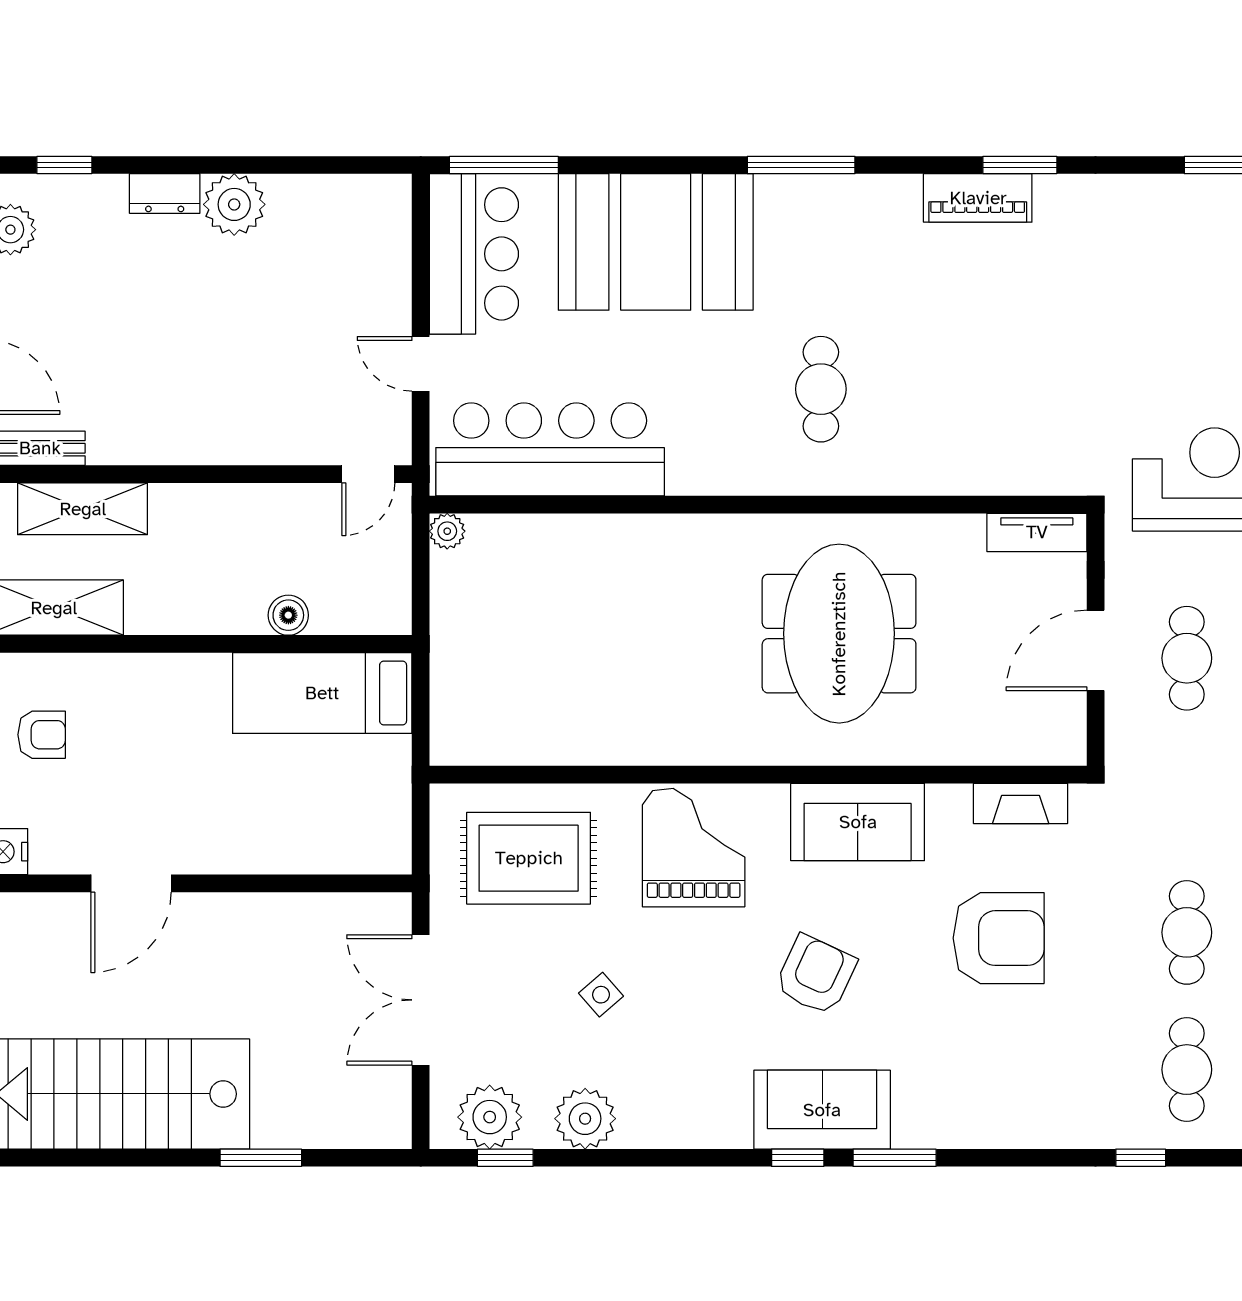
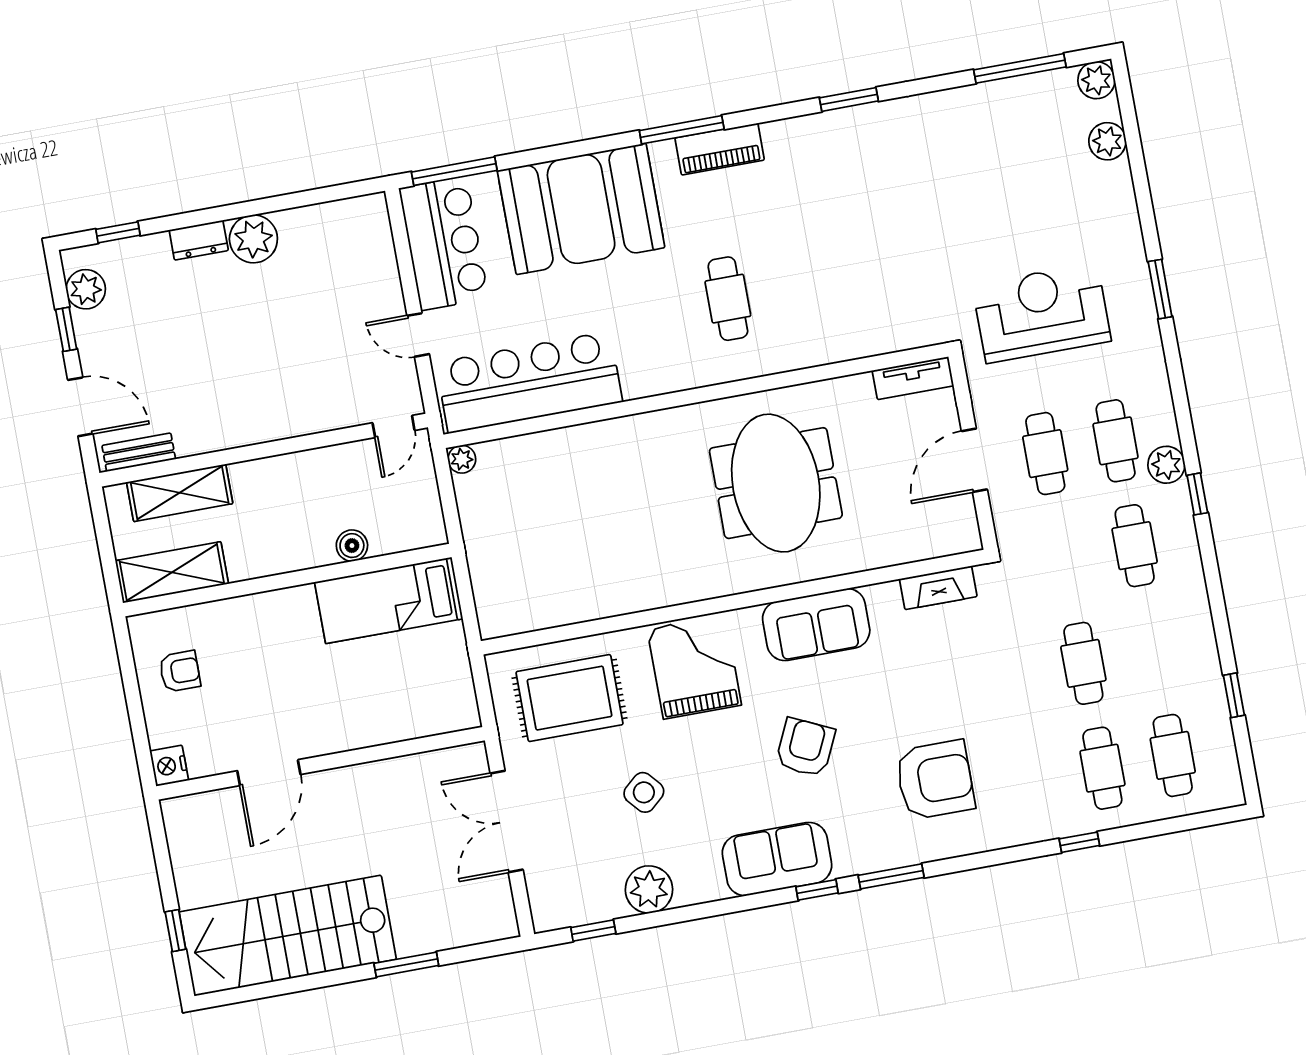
piano: (978, 198) -> (720, 149), moved
armchair: (999, 938) -> (935, 780), moved
side table: (601, 995) -> (644, 792), width x1.37, depth x1.37
sofa: (822, 1110) -> (777, 859), moved
plant: (490, 1117) -> (576, 901), removed

